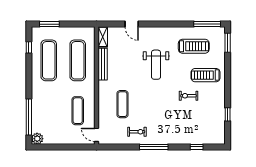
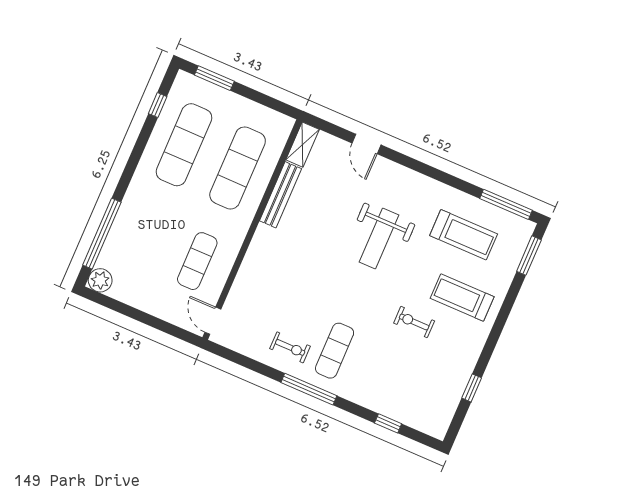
exercise mat: (122, 104) -> (335, 351), moved

